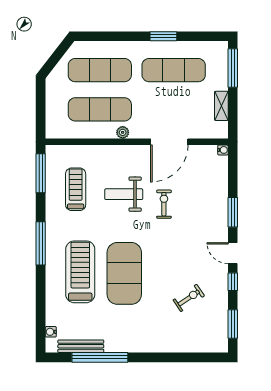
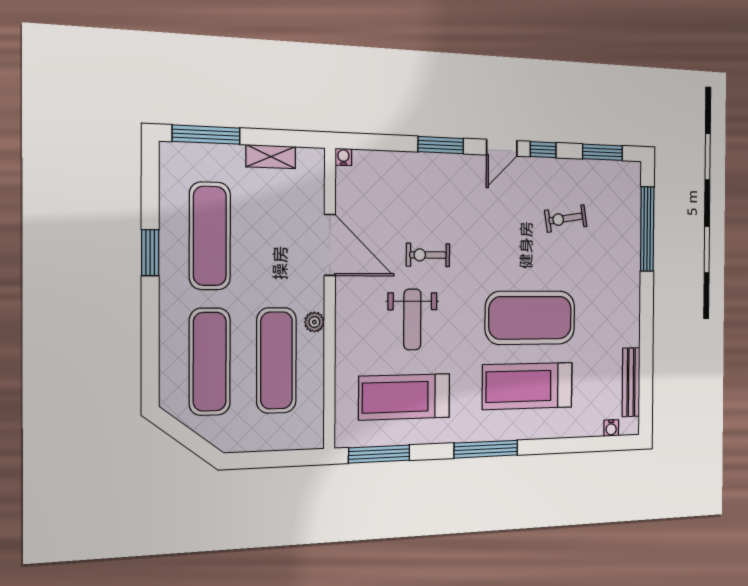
treadmill: (76, 189) -> (404, 397), width x1.37, depth x1.38
exercise bike: (189, 298) -> (566, 218), turned -65
window: (100, 357) -> (647, 229), moved

